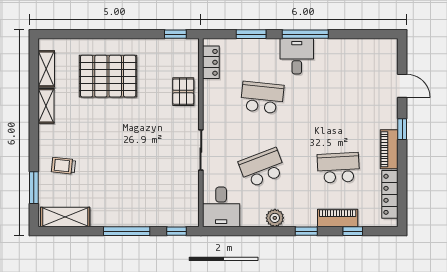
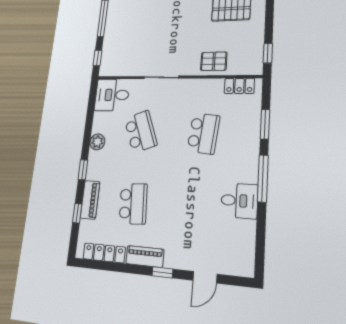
desk: (297, 56) -> (239, 201), moved

